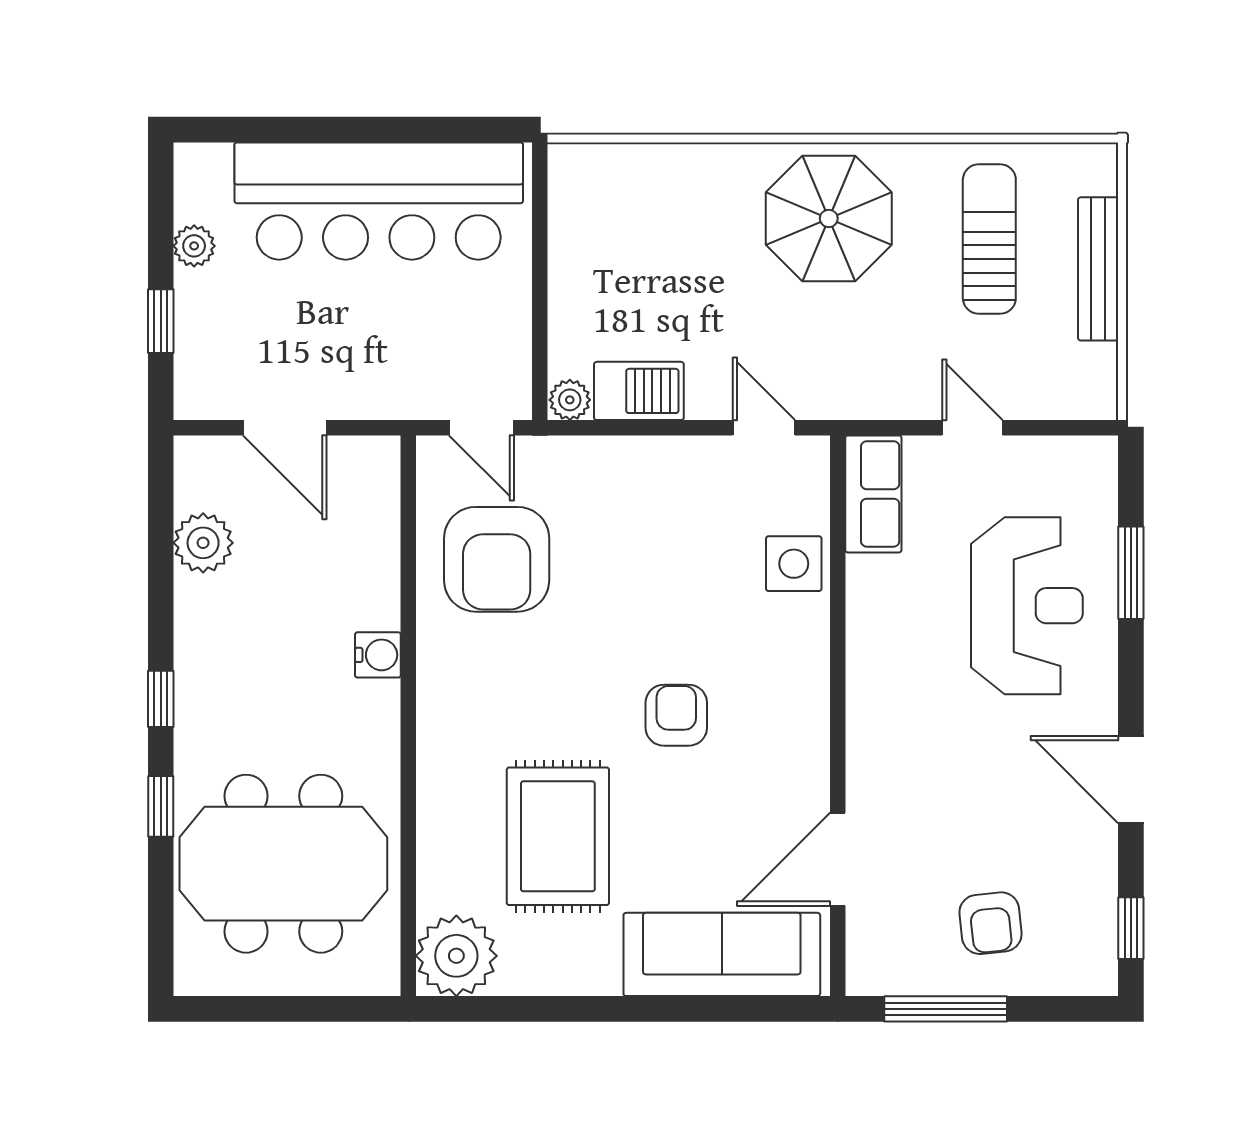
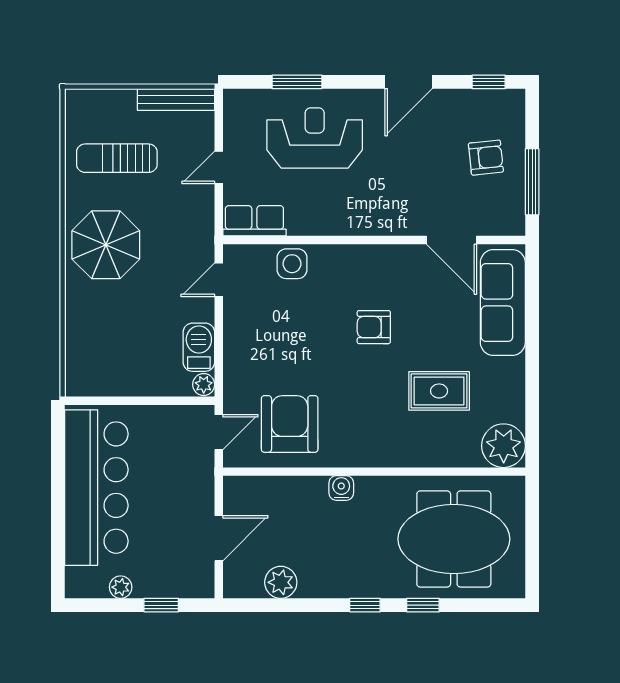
bench: (1098, 269) -> (176, 99), moved
armchair: (497, 559) -> (290, 424), turned -90
rug: (558, 836) -> (439, 391), width x0.73, depth x0.70
meeting table: (283, 864) -> (454, 539), turned 90

